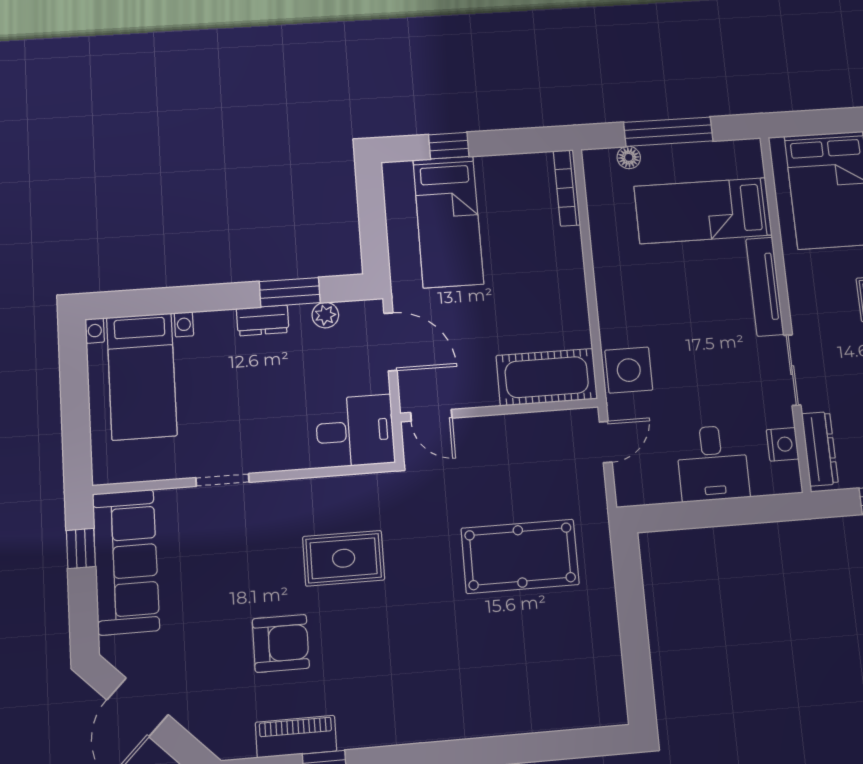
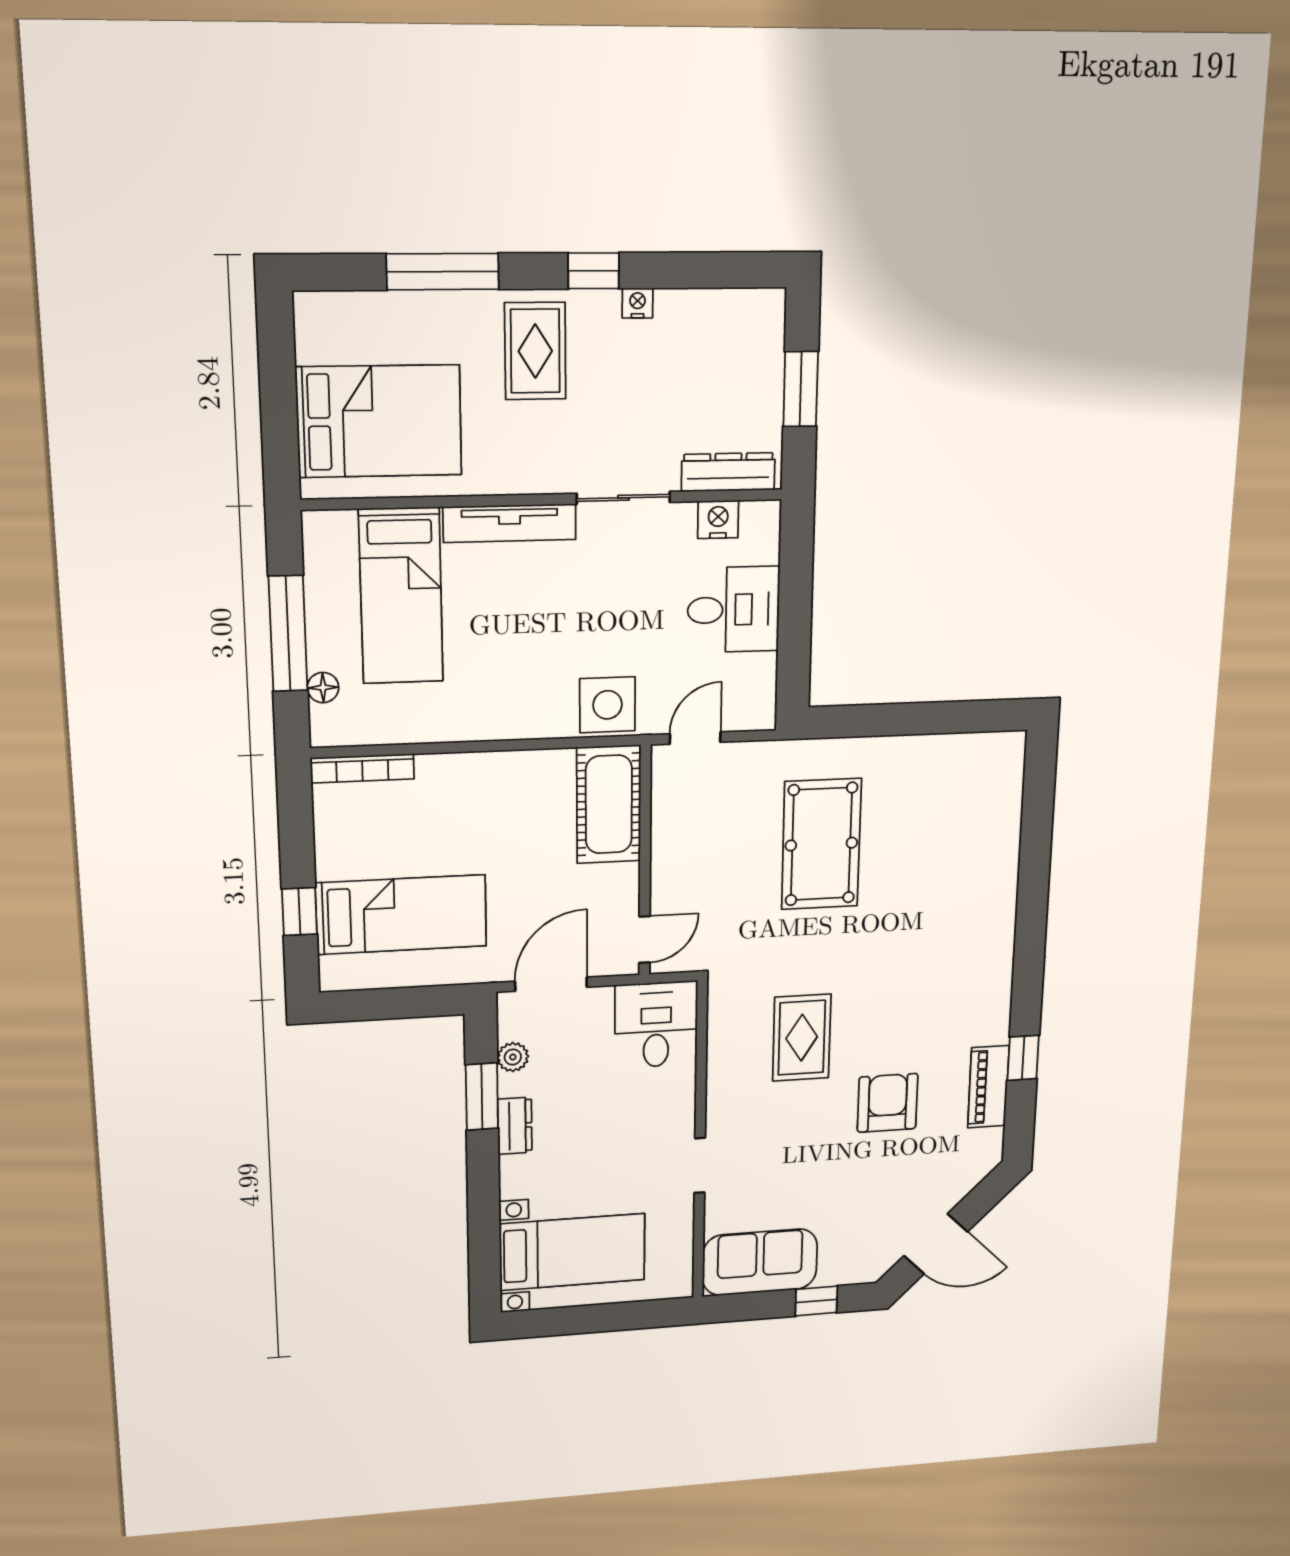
door: (606, 442) -> (695, 738), hinge flipped
window: (81, 548) -> (816, 1301), moved
sofa: (126, 562) -> (760, 1262), width x0.73

